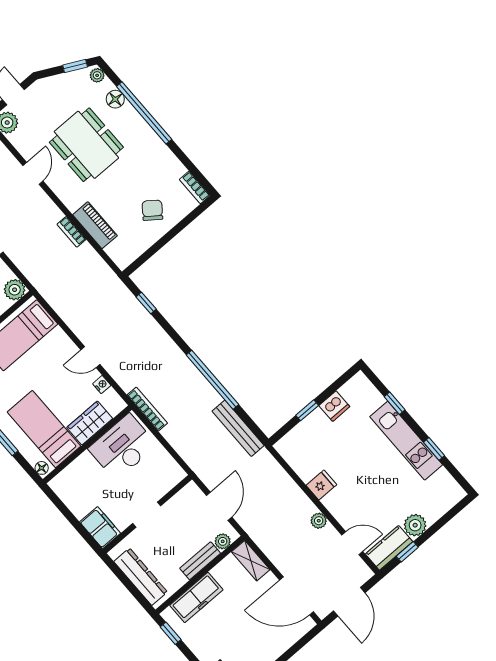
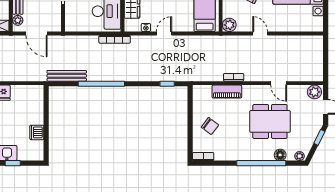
window: (75, 66) -> (319, 137), moved
window: (307, 410) -> (46, 117), removed

